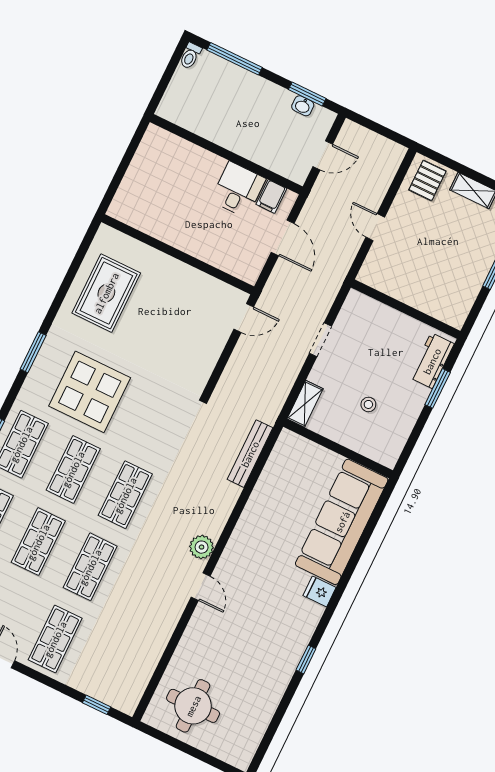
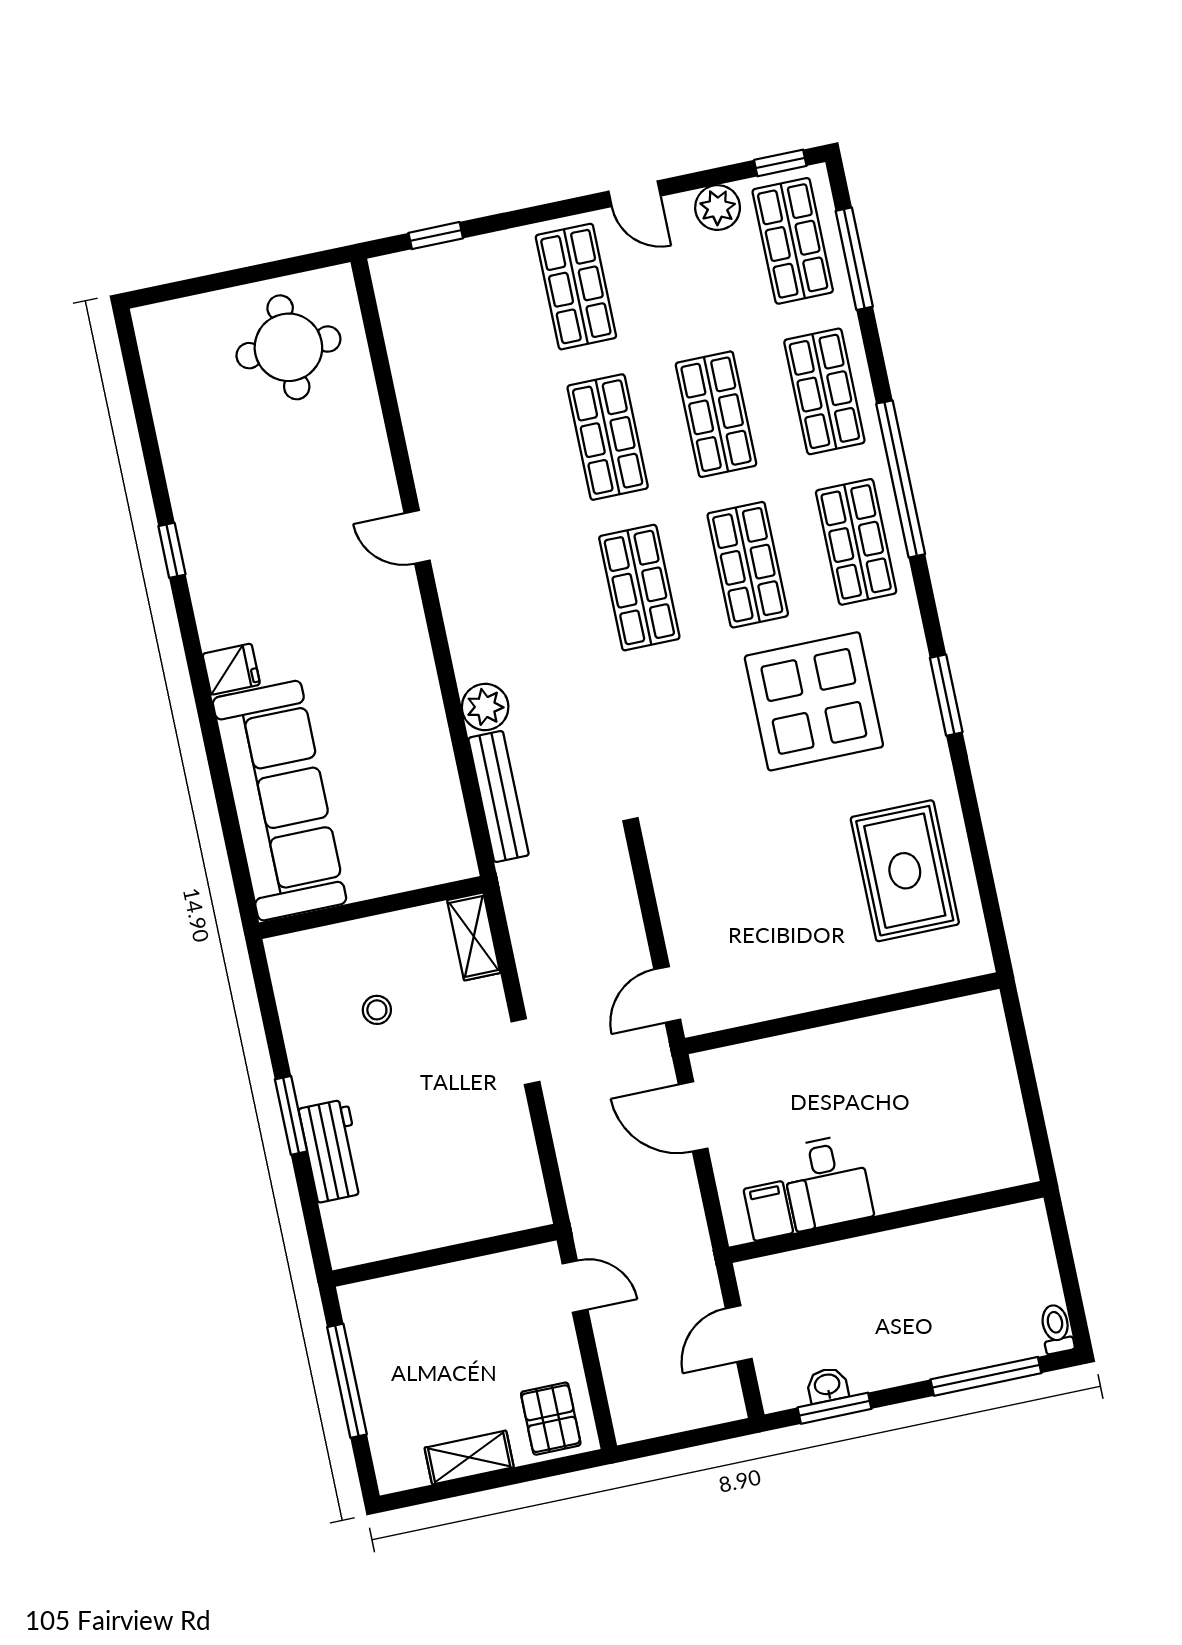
door: (283, 238) -> (693, 1116), moved
wall: (406, 309) -> (444, 1255), moved
plant: (202, 547) -> (485, 707), moved

